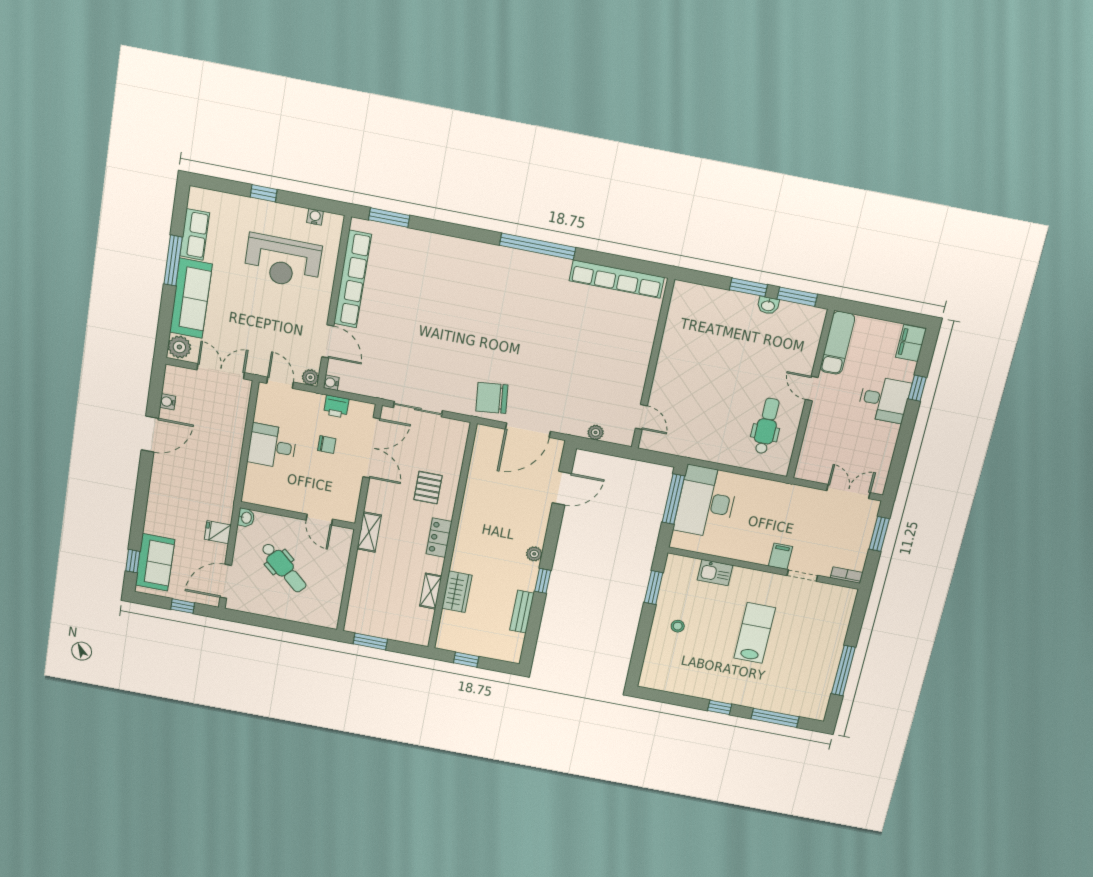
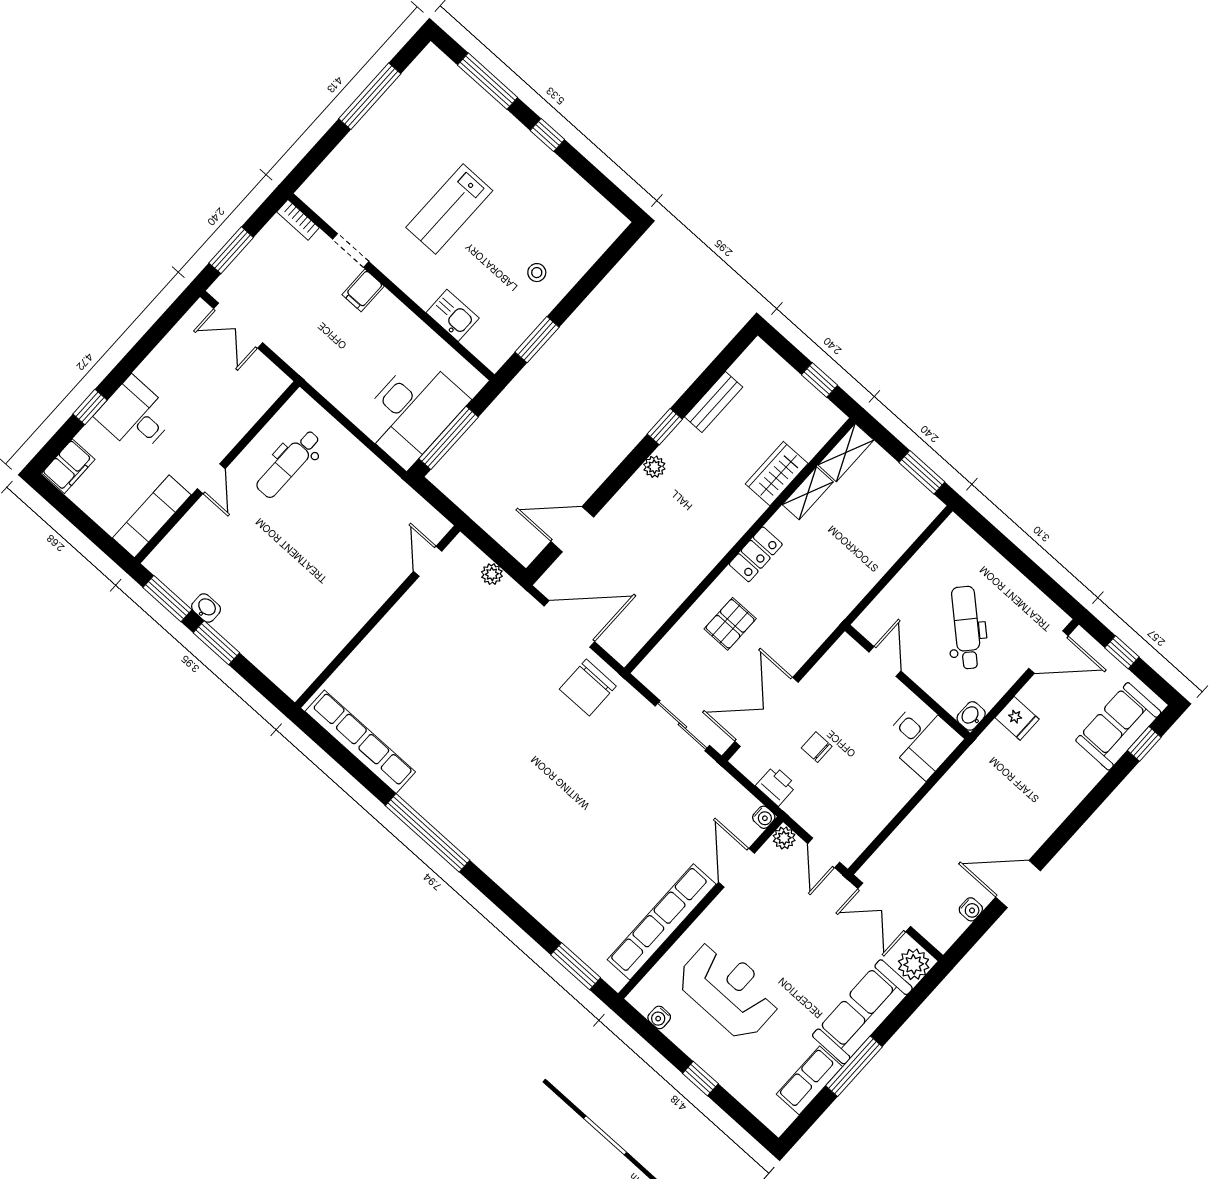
chair: (492, 398) -> (588, 688), turned 96
desk: (272, 446) -> (922, 740), moved
shelving: (369, 532) -> (846, 453), moved

